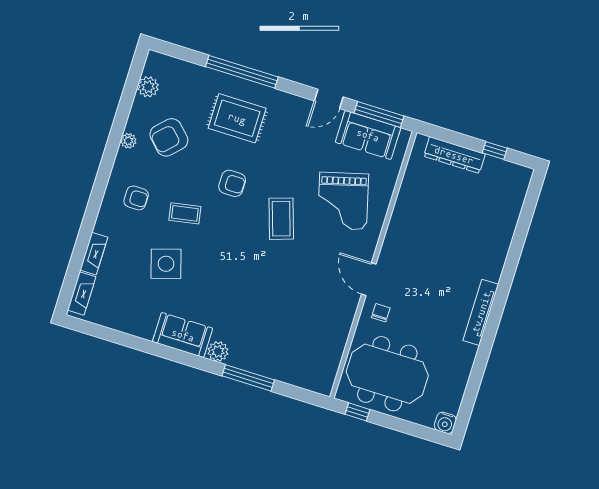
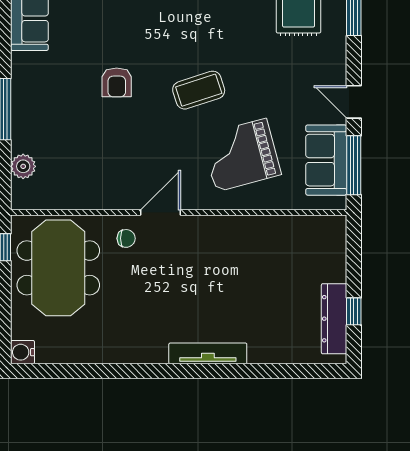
dresser: (454, 155) -> (334, 319), moved
armchair: (232, 183) -> (117, 82), moved
tv unit: (481, 312) -> (208, 353), moved
plant: (218, 351) -> (23, 166), moved

